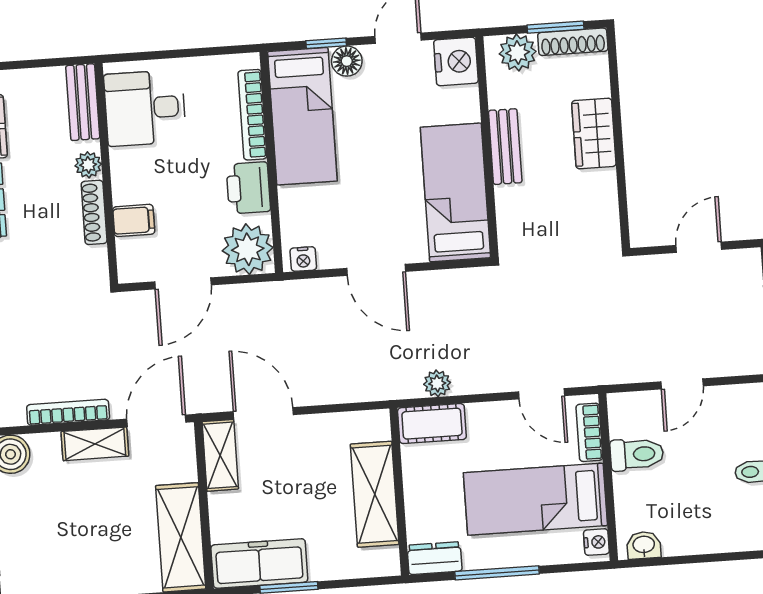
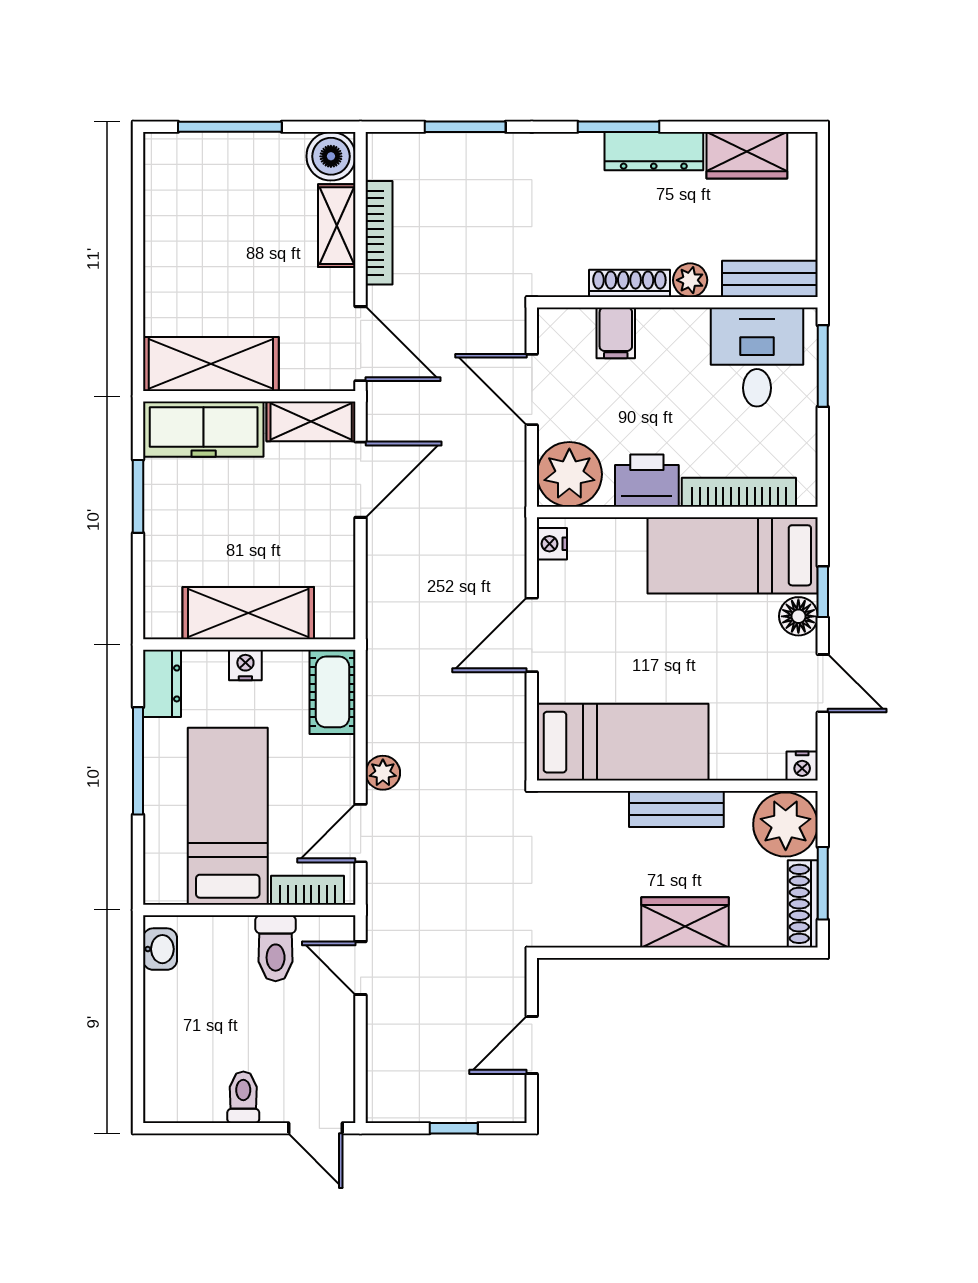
plant: (518, 53) -> (786, 825), width x1.36, depth x1.36
window: (148, 56) -> (823, 366), added
nightstand: (456, 61) -> (802, 766), width x0.53, depth x0.56
door: (699, 247) -> (532, 1045), swing flipped
plant: (437, 383) -> (383, 773), moved
door: (682, 384) -> (361, 968), moved
shelving: (95, 444) -> (337, 226), moved
nightstand: (596, 542) -> (245, 665), moved, turned 180
freezer: (259, 563) -> (204, 429), moved, turned 90

